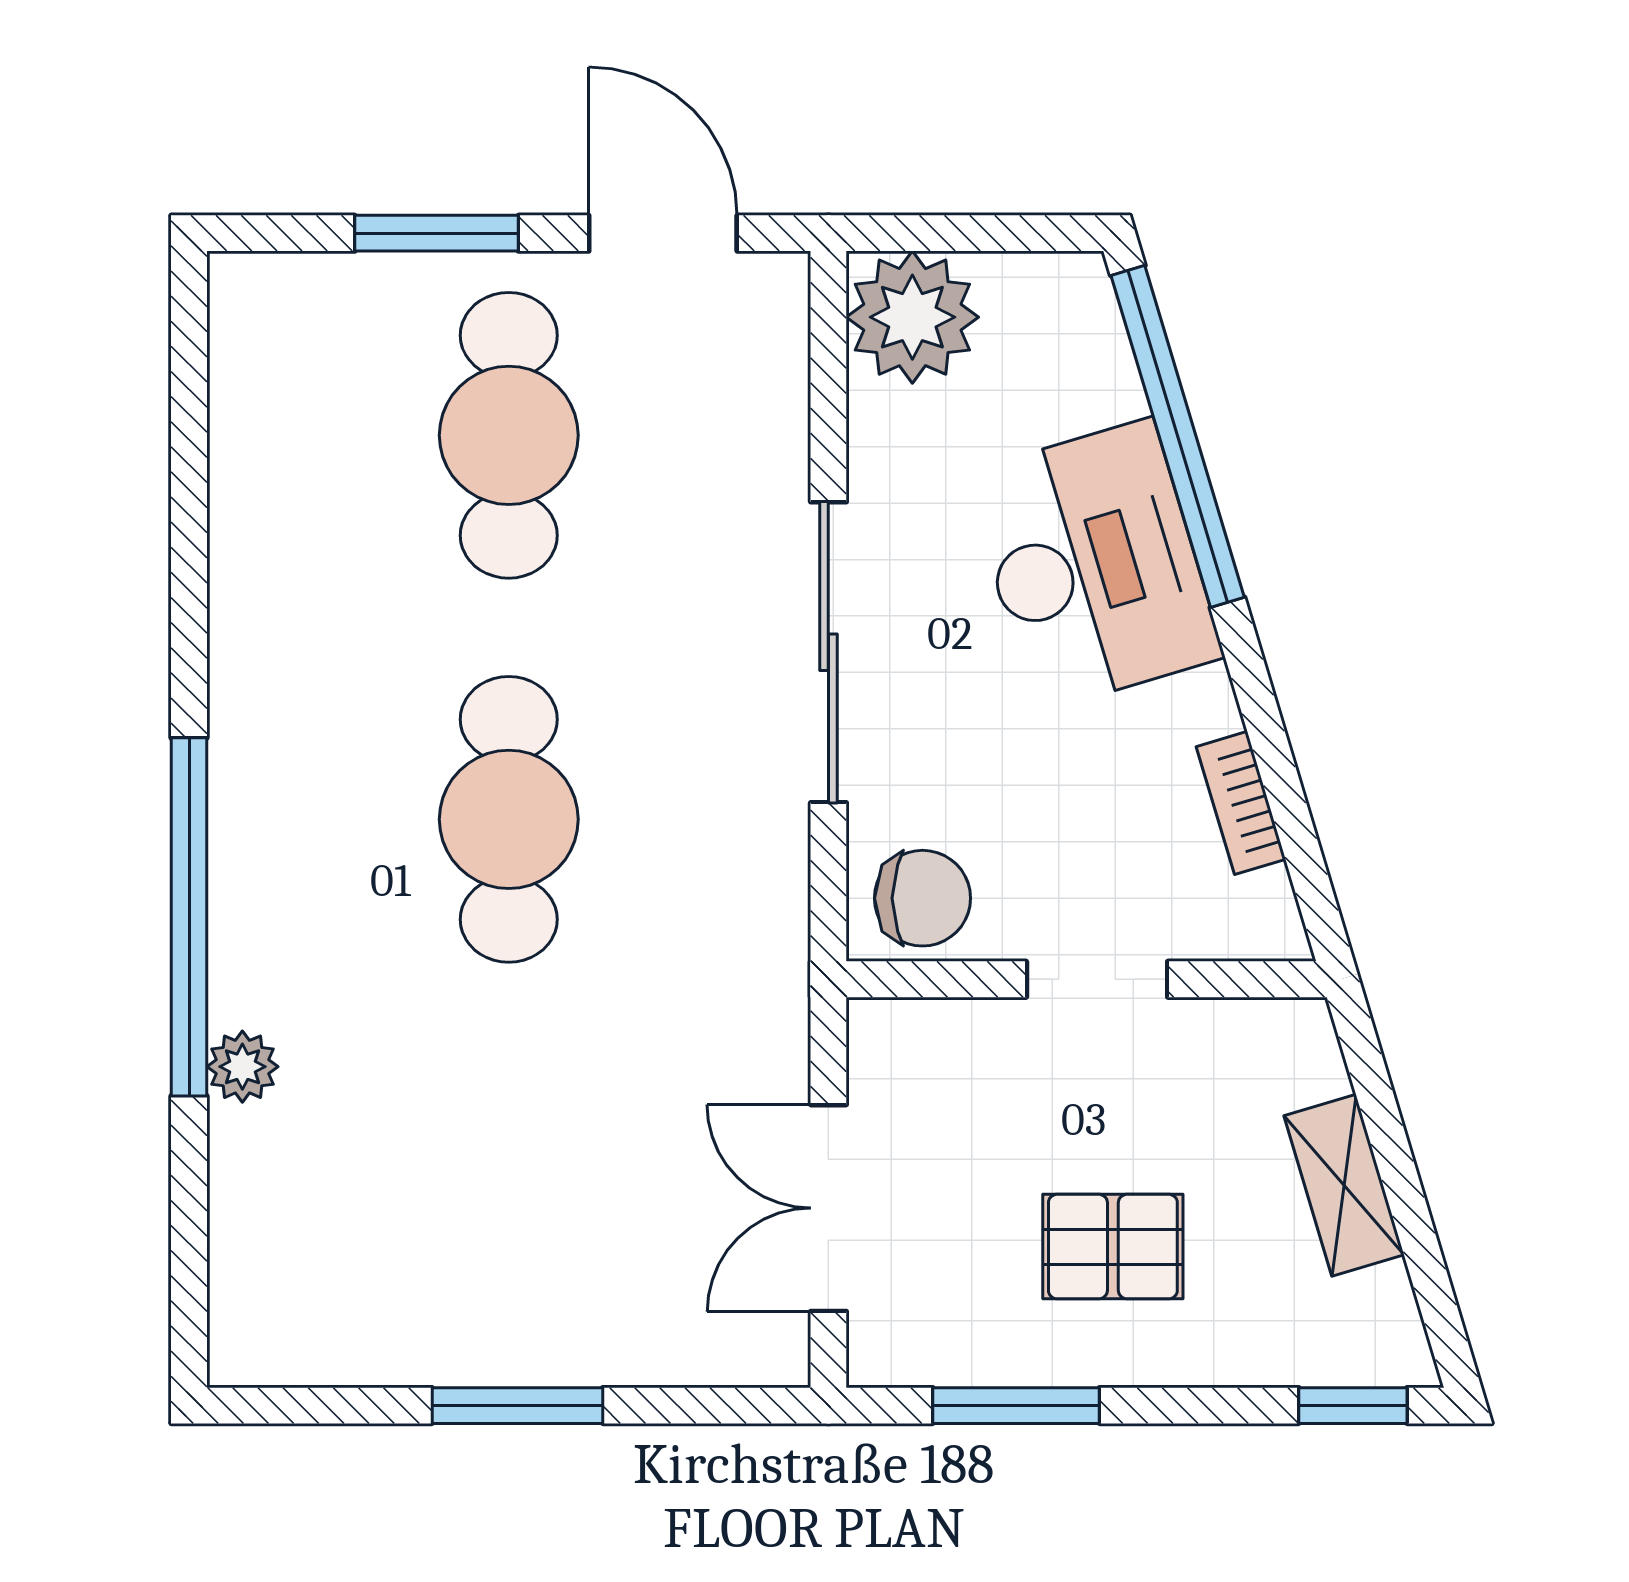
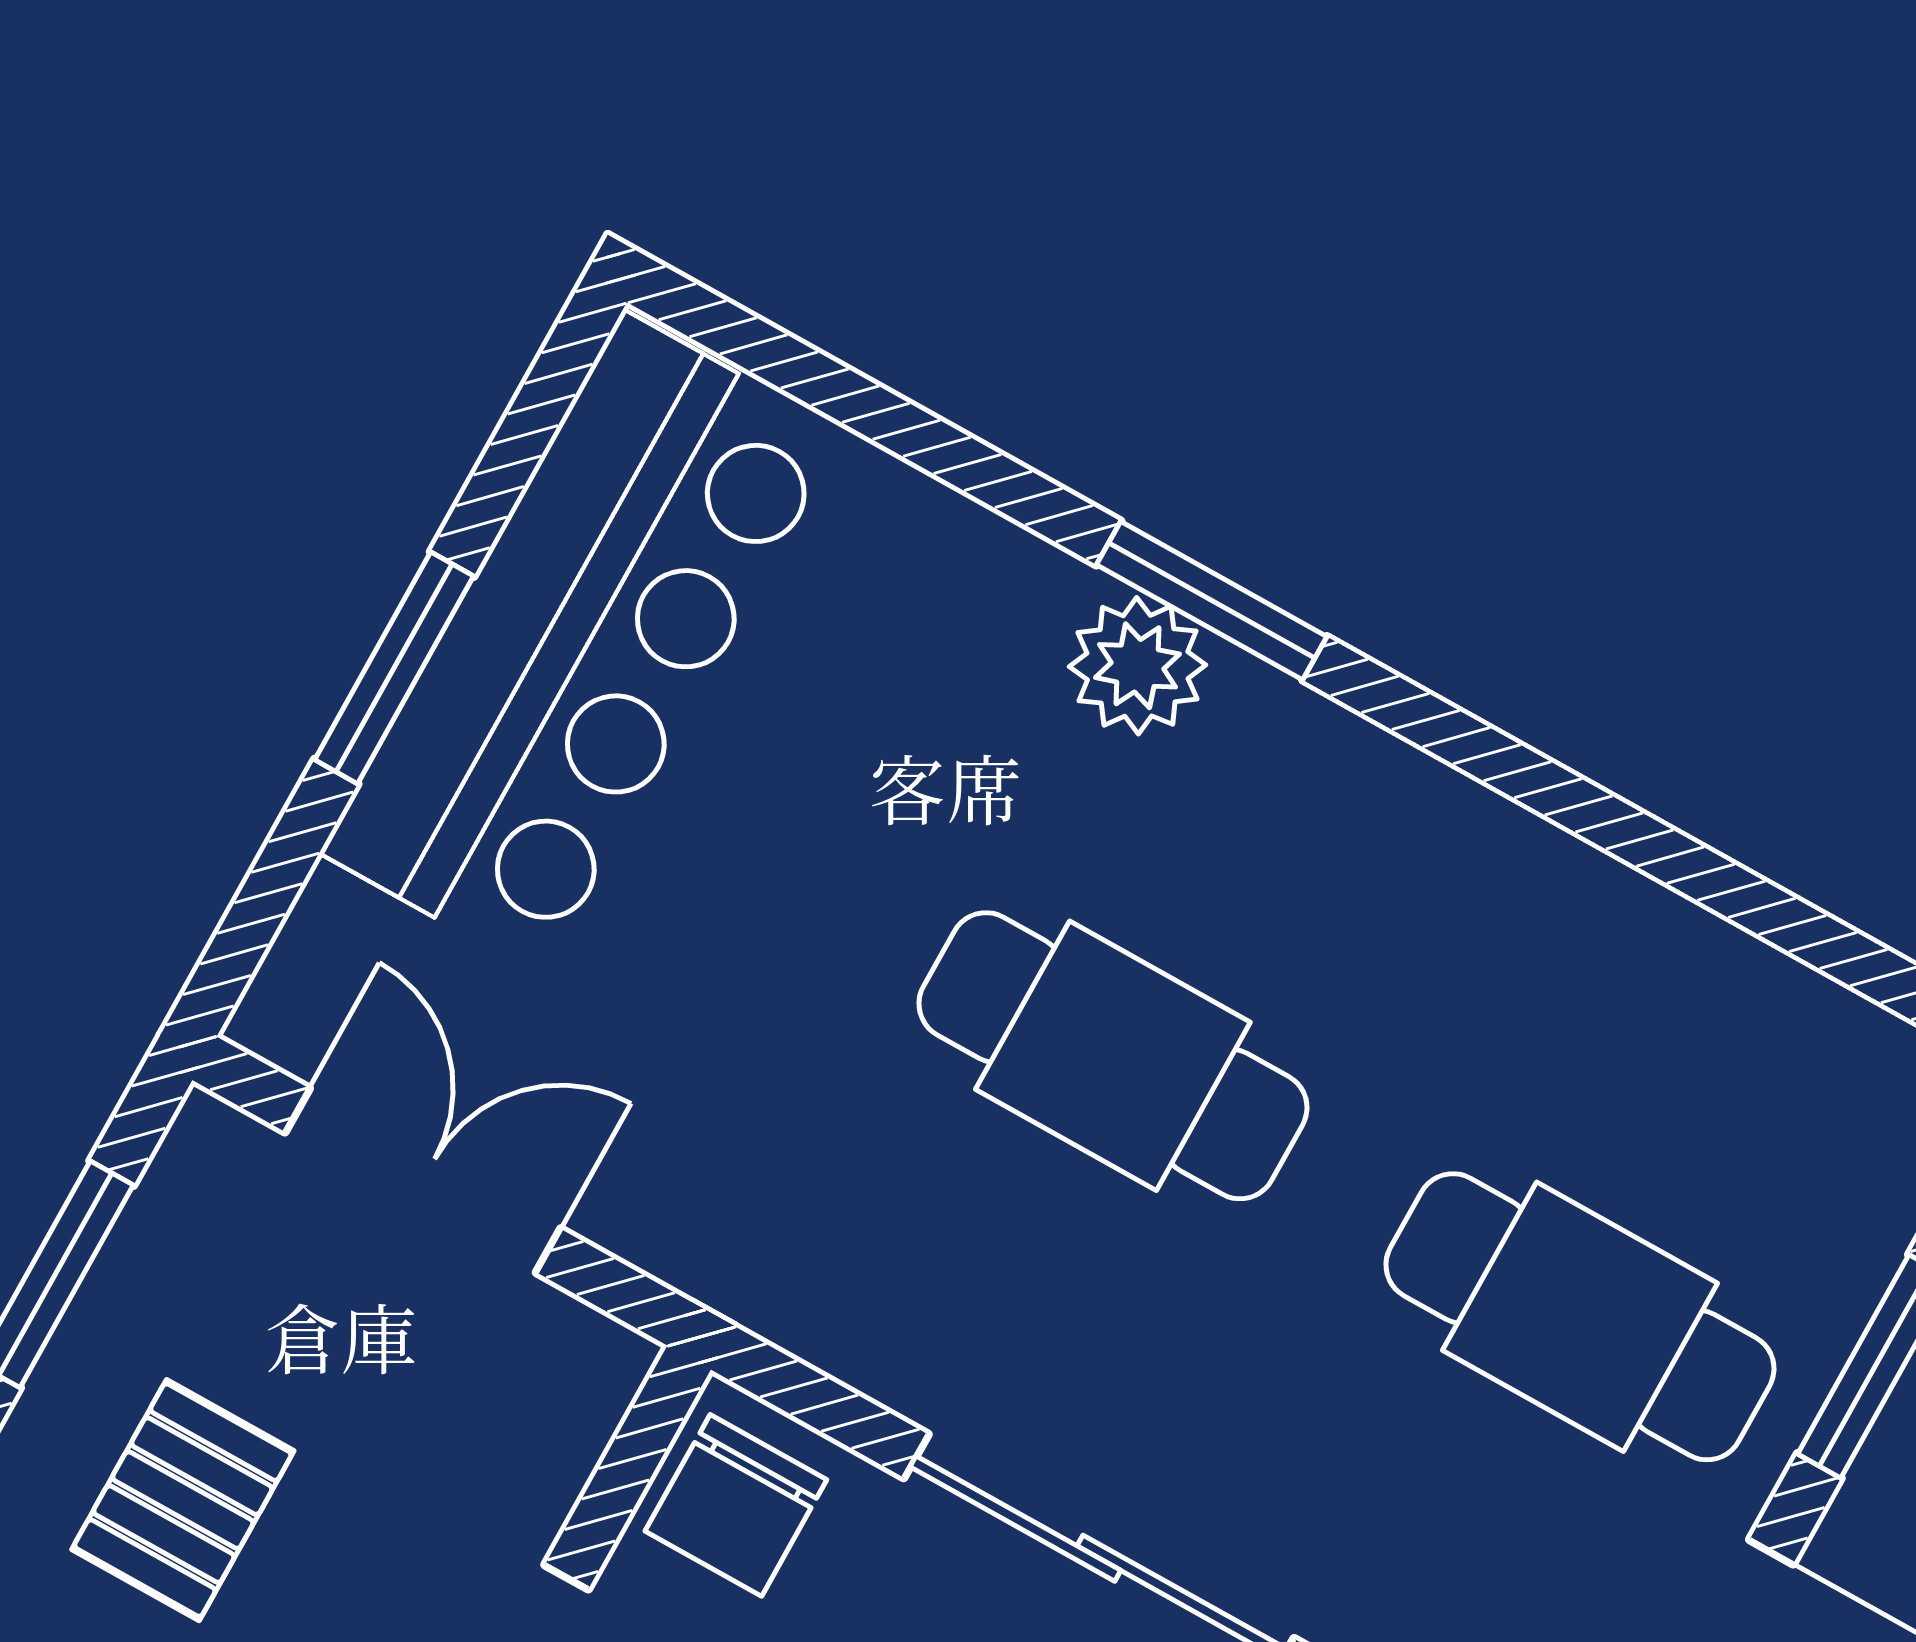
window: (189, 917) -> (1212, 601), width x0.47
plant: (242, 1067) -> (1138, 666), moved, width x1.38, depth x1.38
bar counter: (436, 1297) -> (582, 643), added

